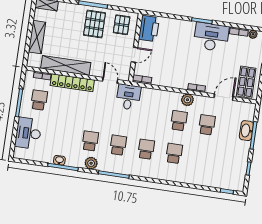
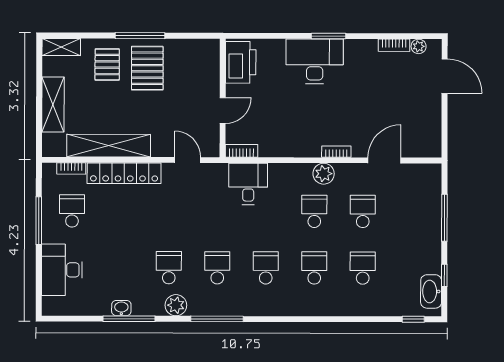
pallet: (122, 25) -> (107, 64), moved
desk: (211, 37) -> (315, 61), moved
shop shelf: (246, 82) -> (419, 129), removed
desk: (128, 97) -> (248, 184), moved
washbasin: (246, 131) -> (431, 291), moved
school desk: (202, 157) -> (363, 268), added

